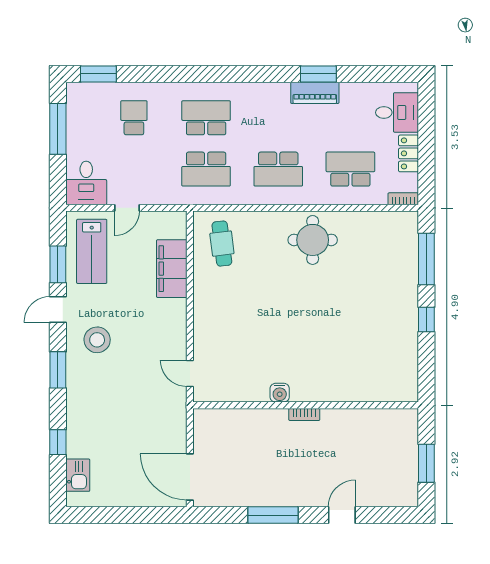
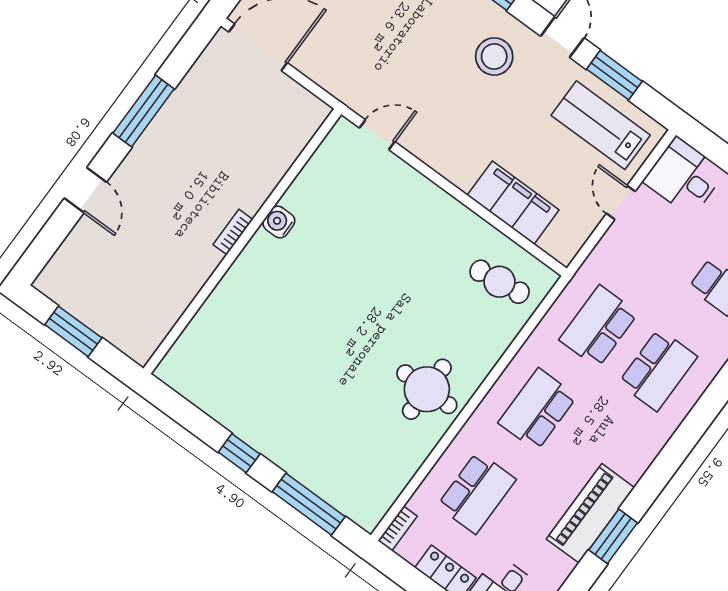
piano: (315, 93) -> (590, 513), width x1.37, depth x1.33

